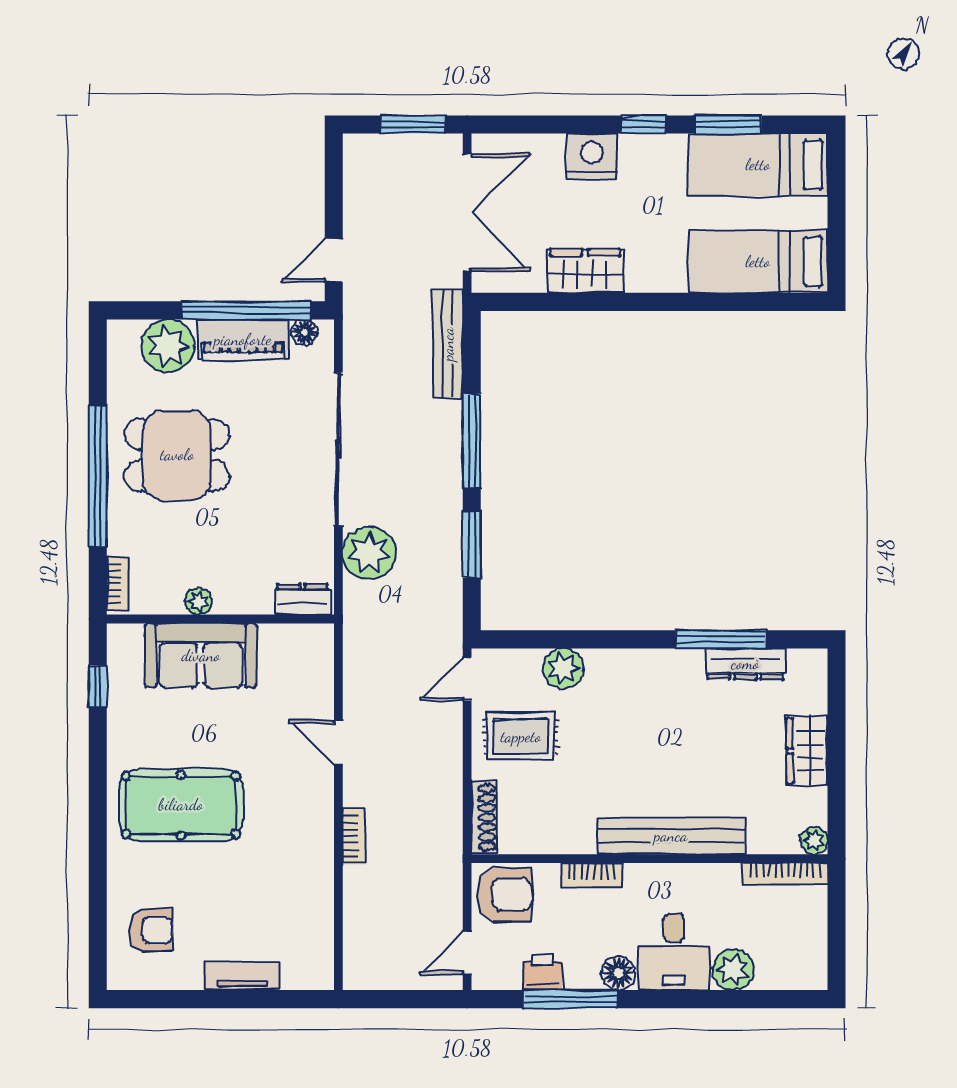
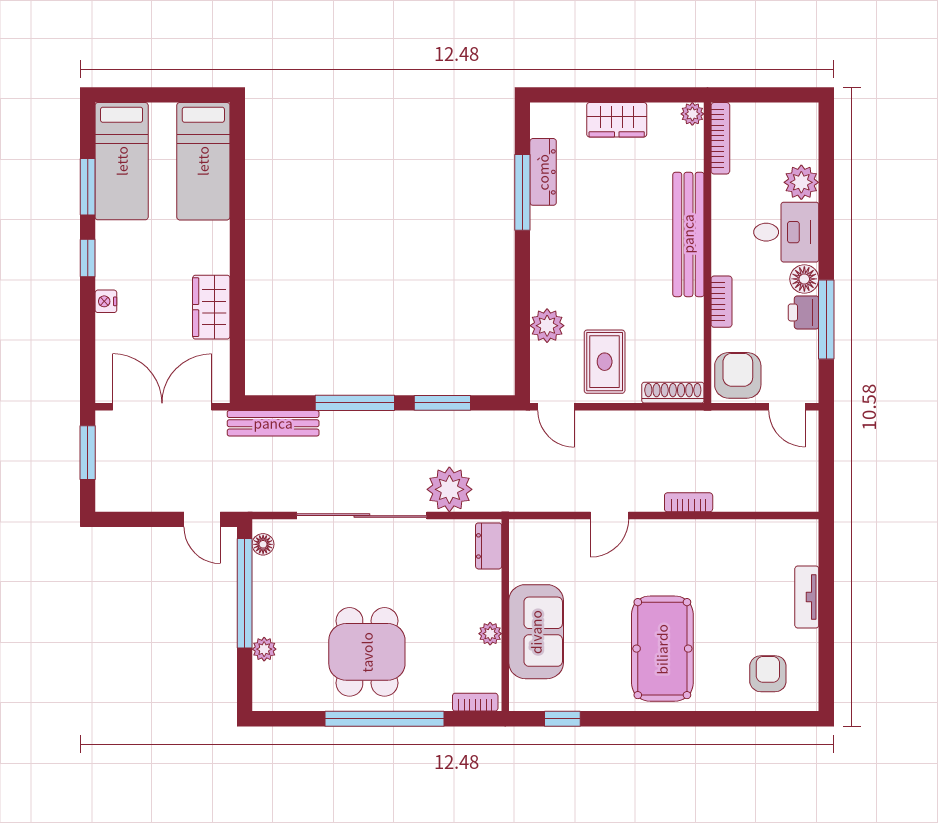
nightstand: (592, 156) -> (106, 301), width x0.53, depth x0.56
piano: (243, 340) -> (269, 596), removed
plant: (168, 346) -> (264, 649), width x0.53, depth x0.53
printer: (542, 972) -> (804, 312), moved

